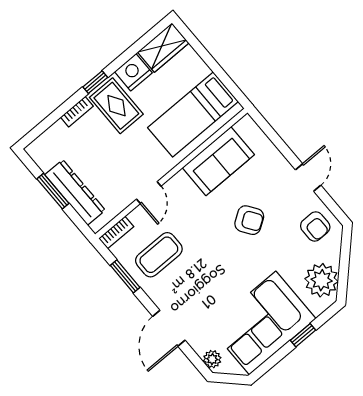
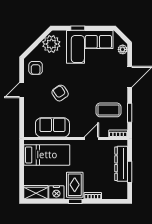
armchair: (315, 226) -> (36, 68), turned 180

